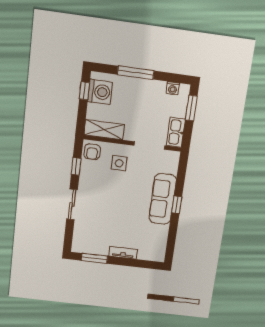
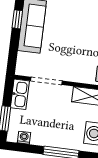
side table: (119, 163) -> (77, 63), removed

